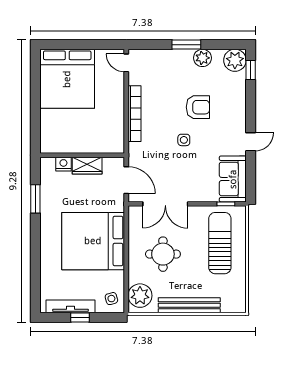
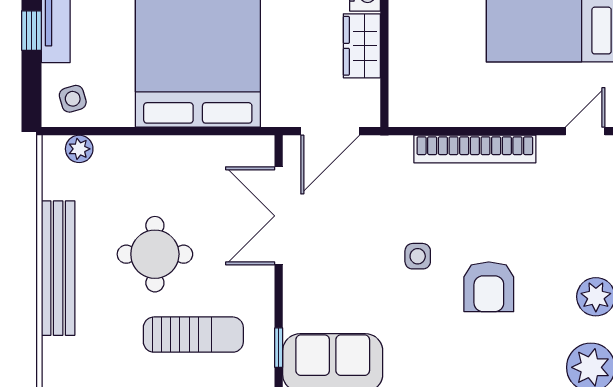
sun lounger: (220, 243) -> (193, 335), width x0.73, depth x0.75
round table: (163, 254) -> (155, 254), moved
plant: (140, 296) -> (79, 149), width x0.53, depth x0.53

